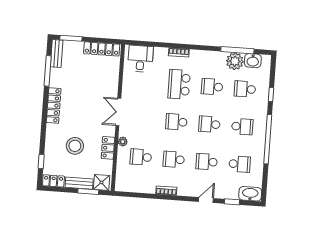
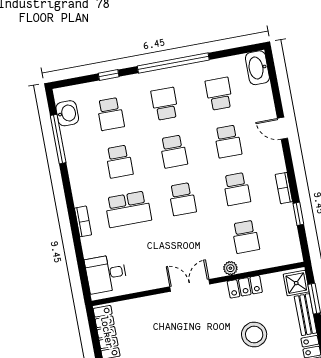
plant: (235, 61) -> (75, 139), removed
double door: (118, 112) -> (190, 285), swing flipped
window: (232, 202) -> (298, 214), moved

